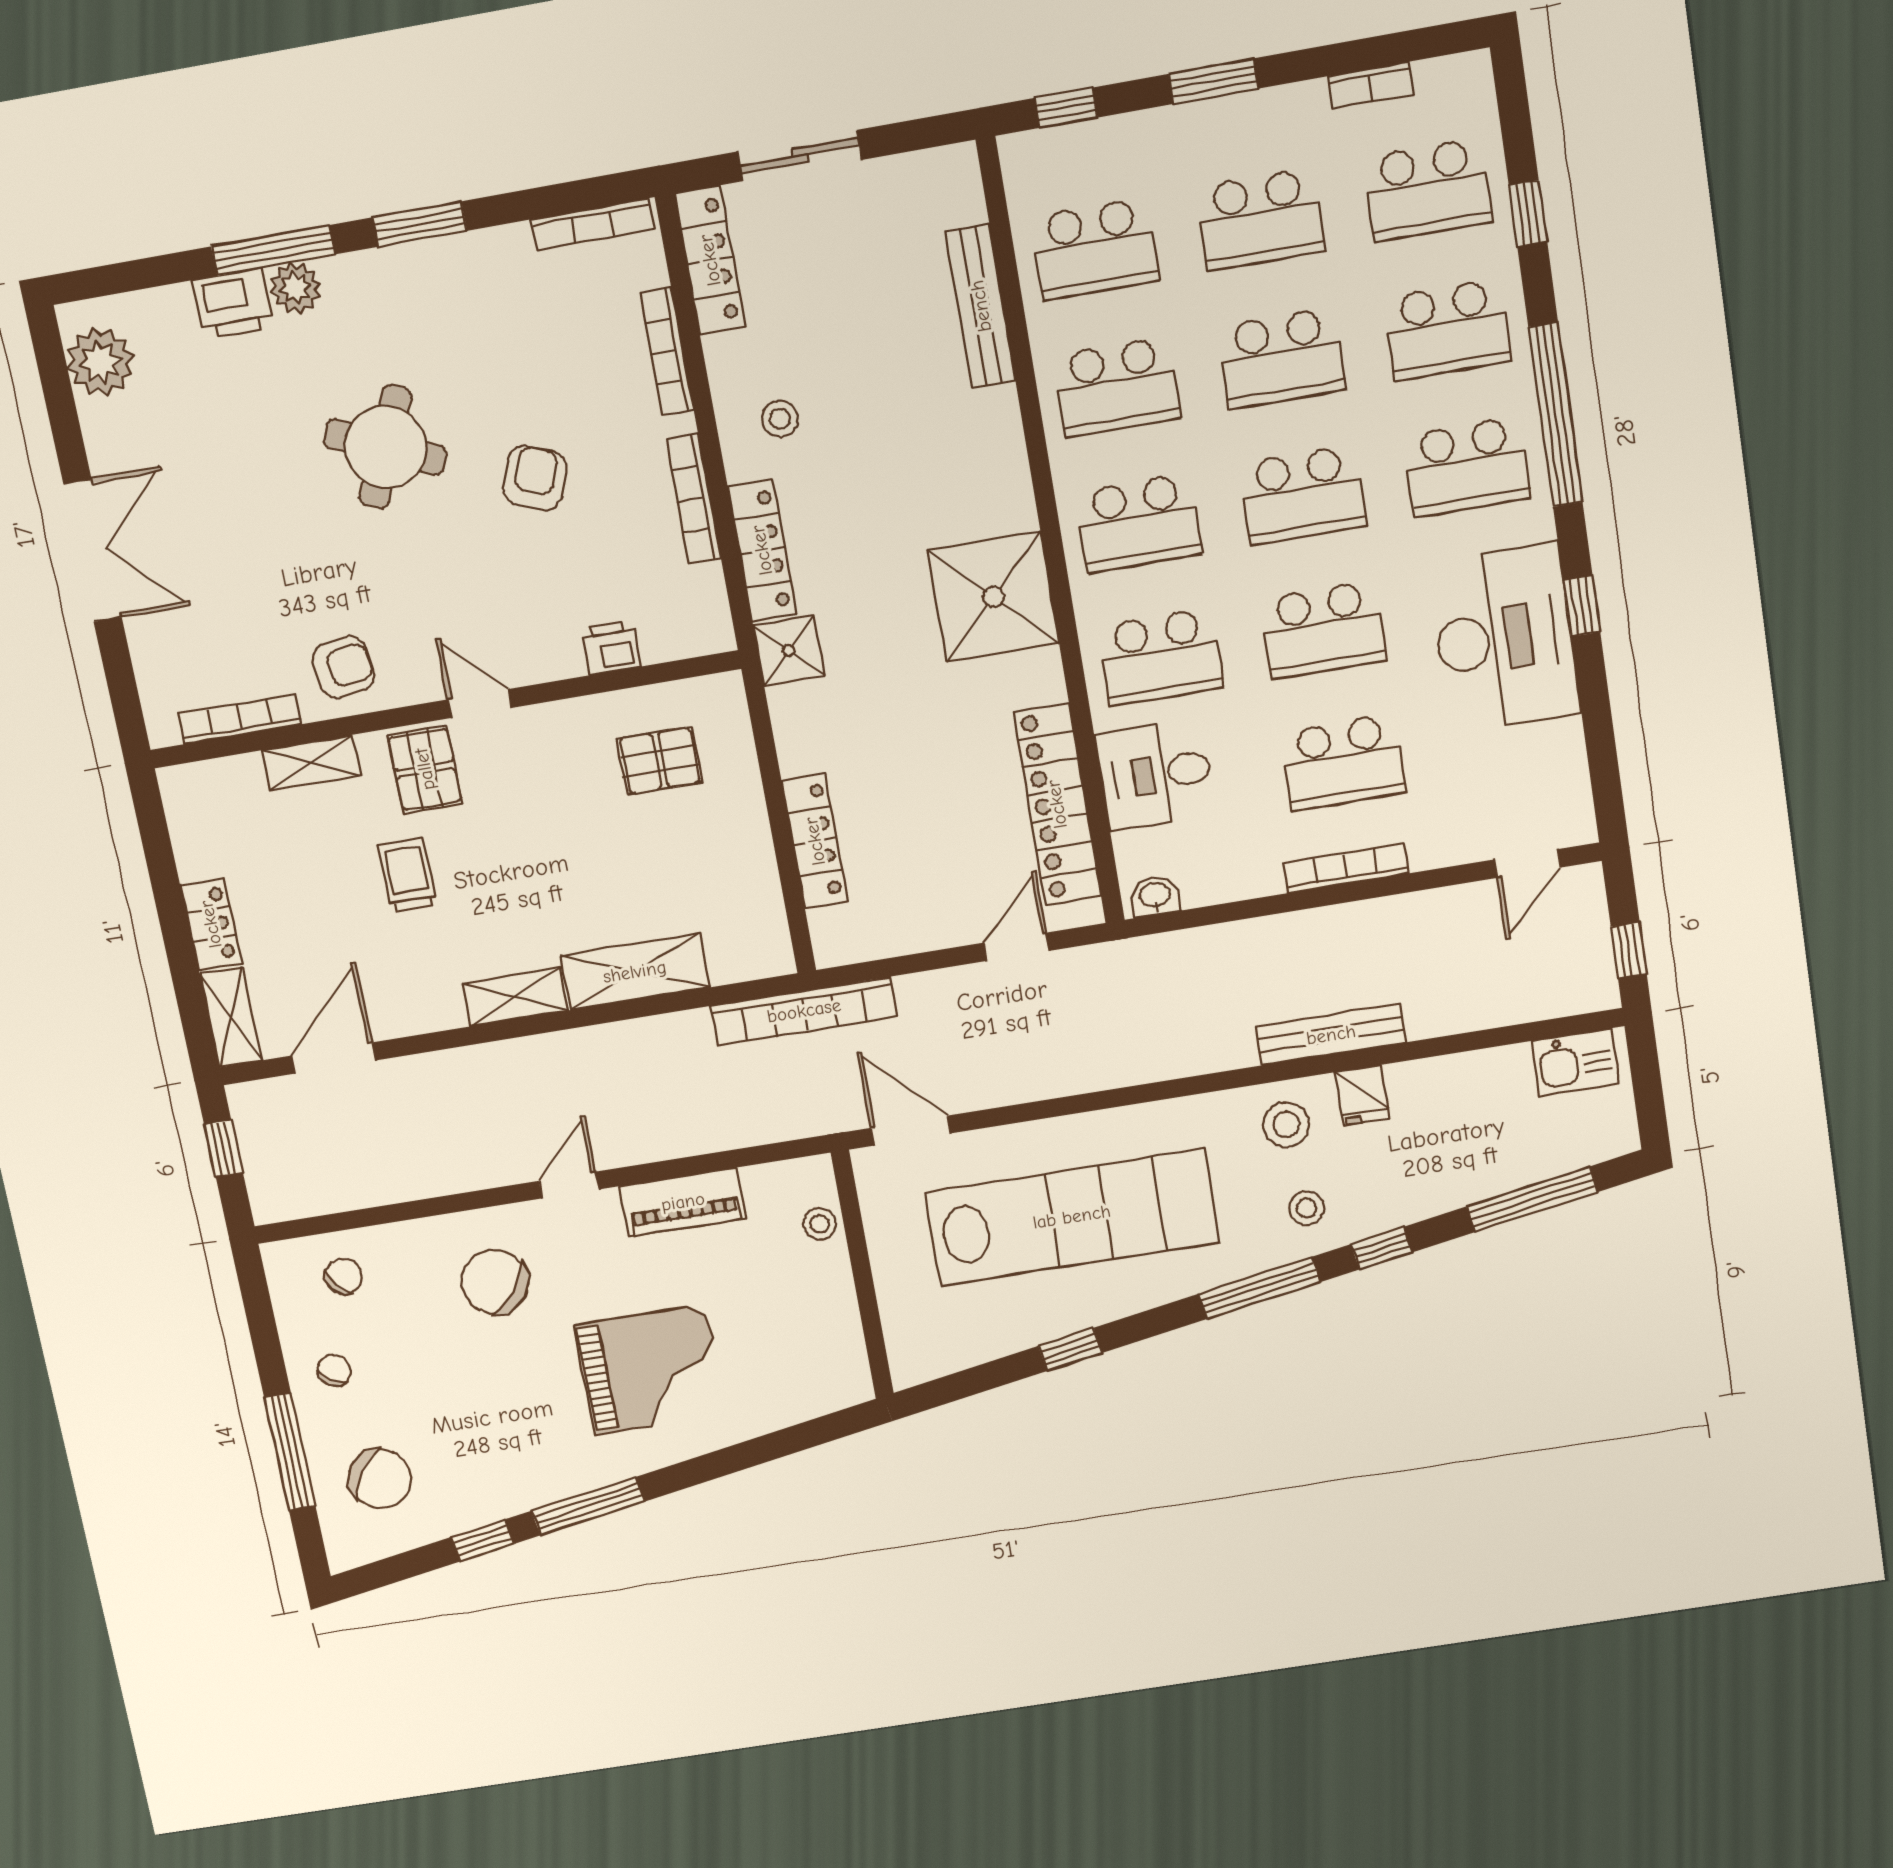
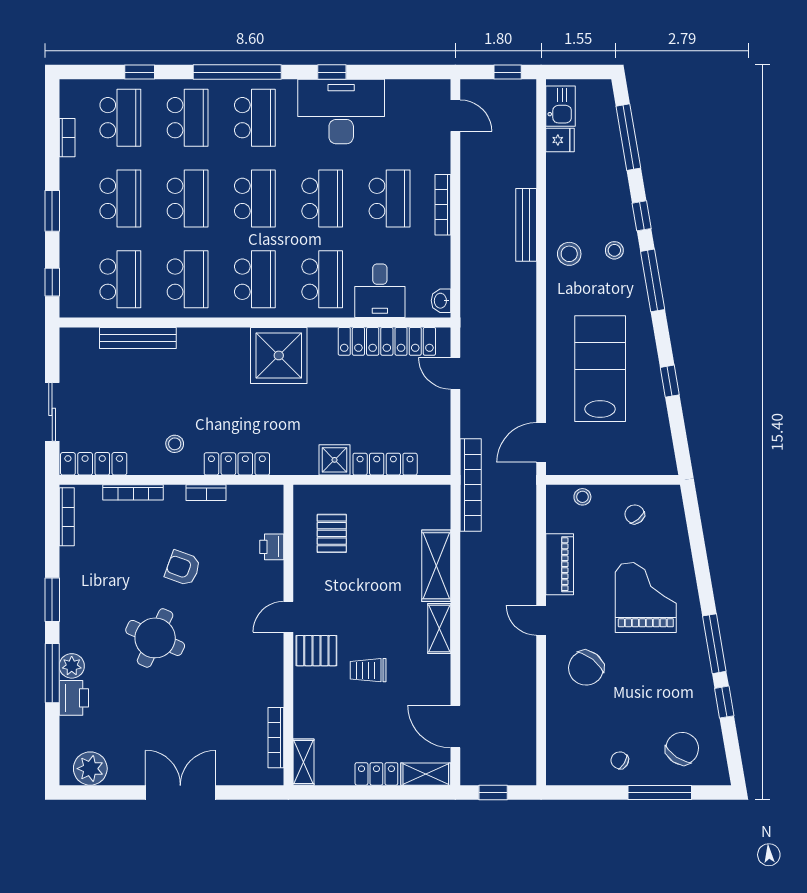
bookcase: (694, 499) -> (206, 493), width x0.64
shower: (789, 650) -> (335, 460), moved
armchair: (343, 667) -> (259, 681), removed
shelving: (311, 763) -> (304, 762), moved
fridge: (1362, 1095) -> (560, 140), moved
lab bench: (1072, 1217) -> (600, 369), width x0.73
chair: (343, 1277) -> (635, 514), moved

